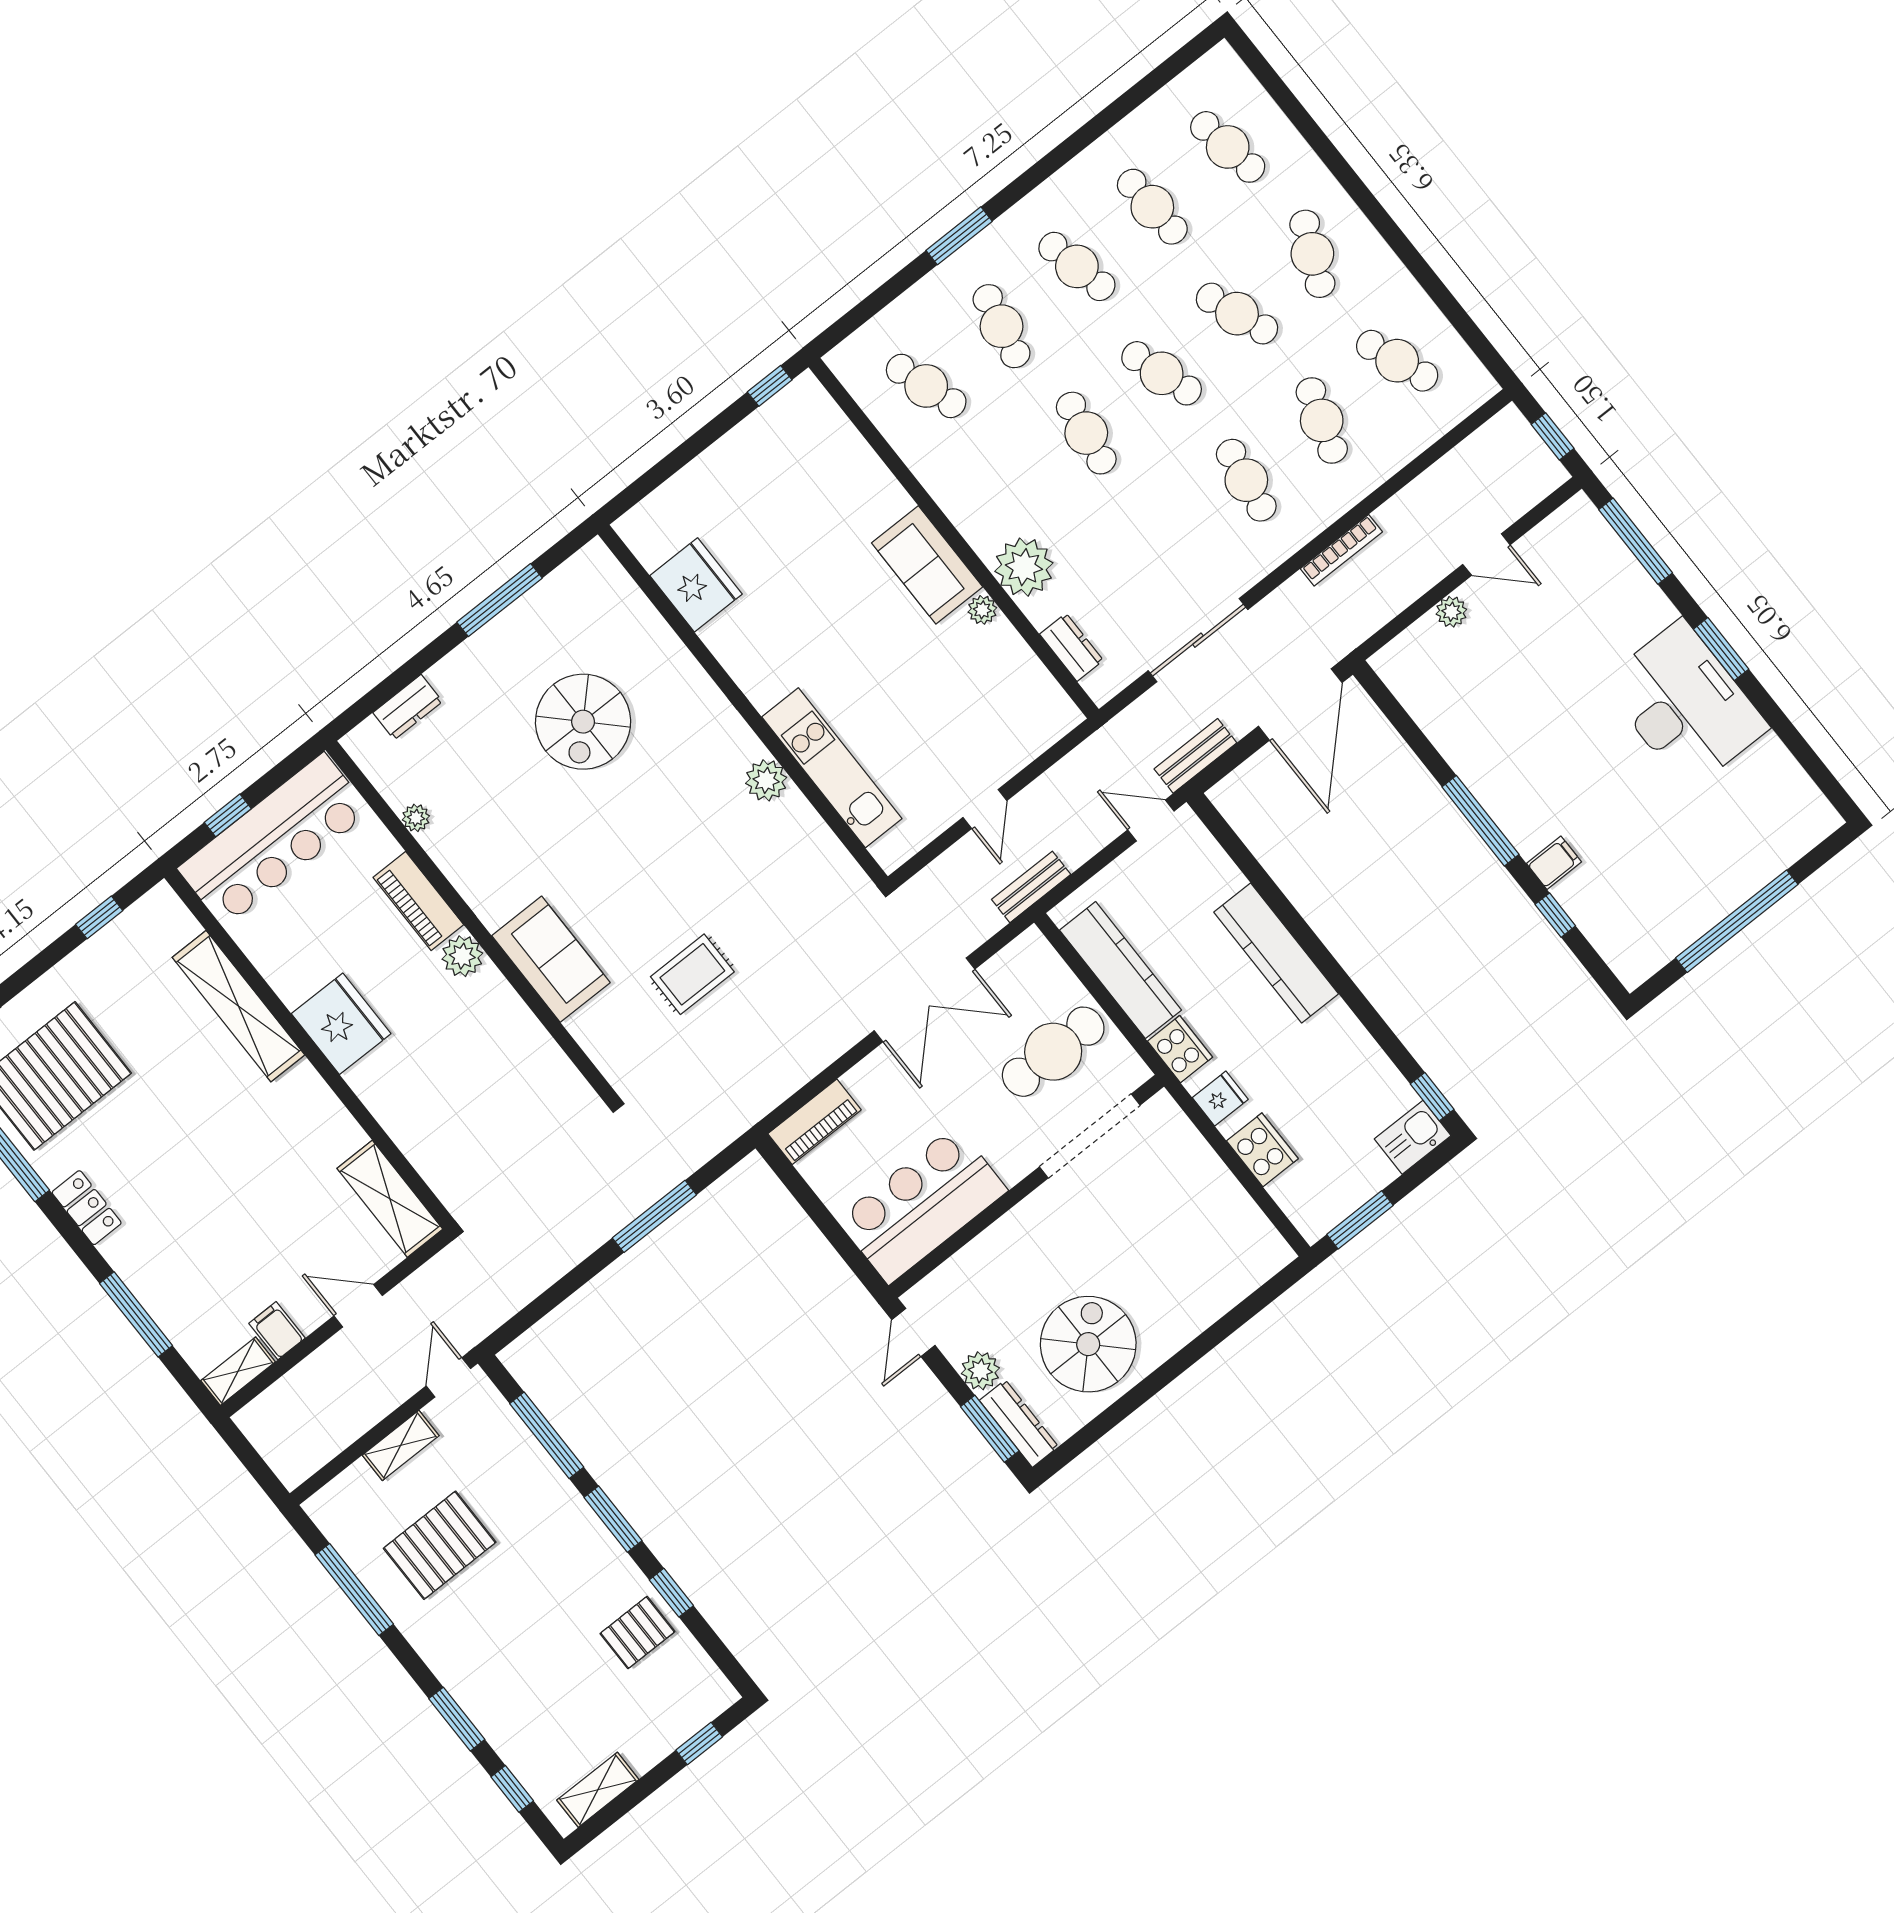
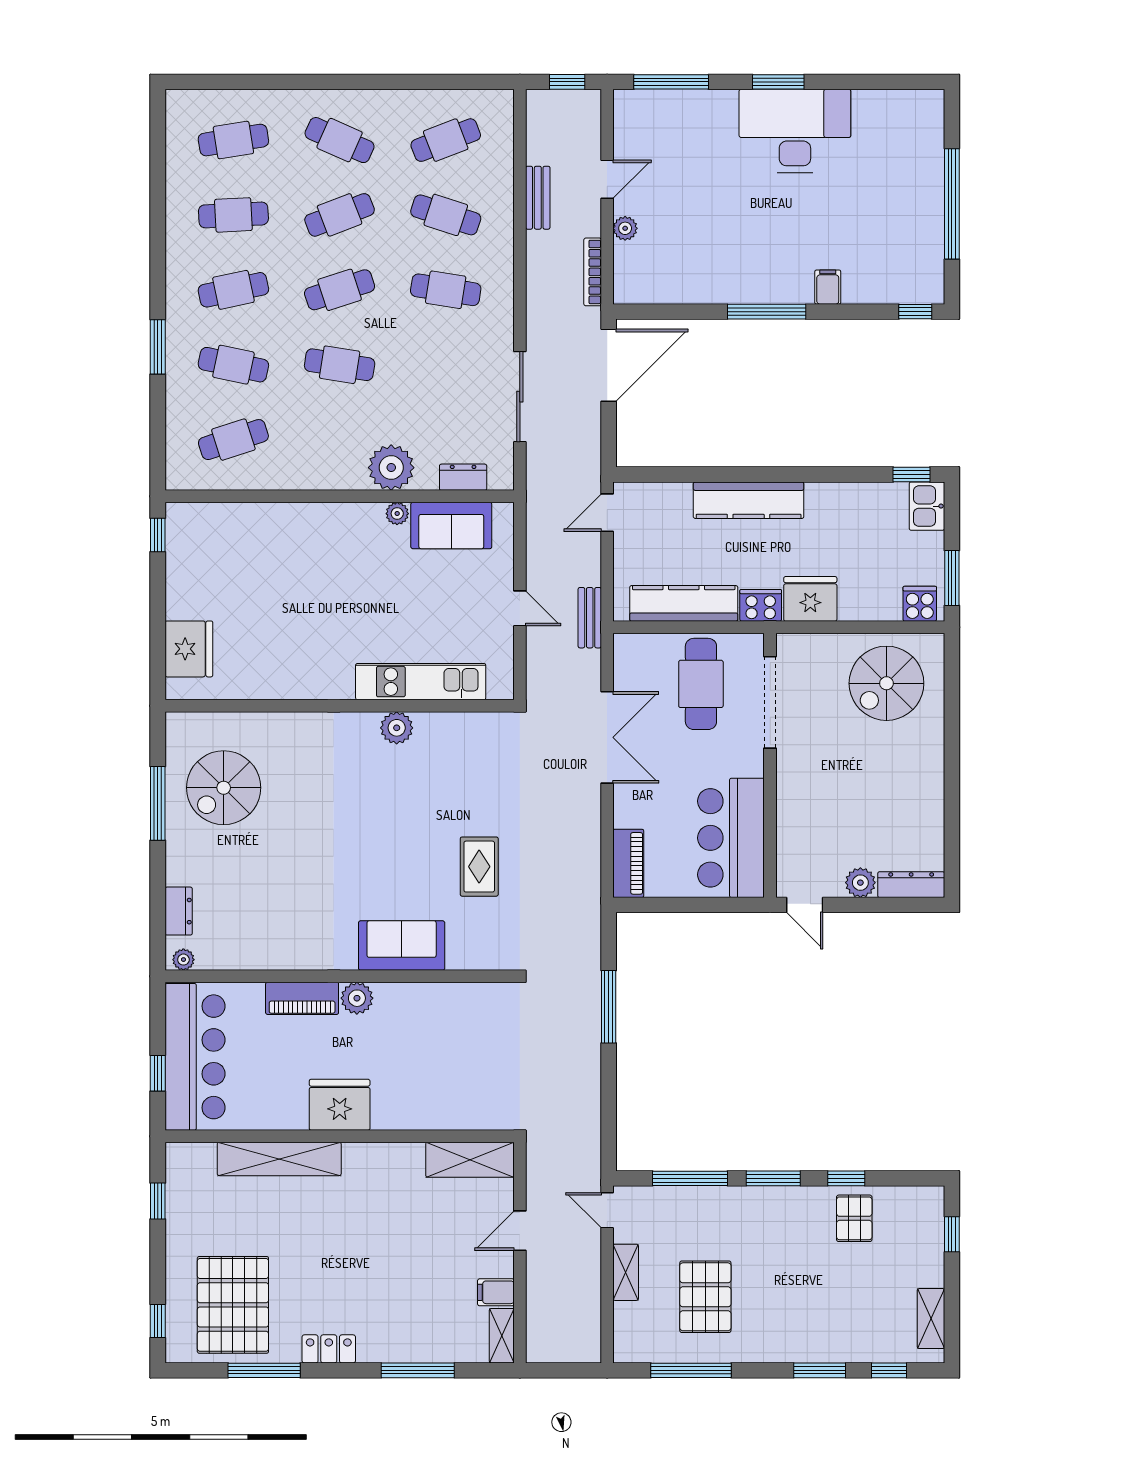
bookcase: (1341, 550) -> (593, 272), moved, turned 180
sofa: (927, 565) -> (451, 525), moved
fridge: (696, 585) -> (189, 649), moved, turned 90
door: (1300, 704) -> (609, 365), hinge flipped
spiral stairs: (583, 722) -> (224, 788), moved, turned 90
bench: (1195, 756) -> (538, 198), moved
plant: (416, 818) -> (183, 960), moved
window: (1555, 915) -> (915, 312), moved
fridge: (1220, 1098) -> (810, 599), width x1.88, depth x1.34
cooker: (1262, 1150) -> (920, 604), moved, width x0.73
spiral stairs: (1088, 1344) -> (886, 683), moved, turned -90
window: (990, 1429) -> (900, 905), removed

